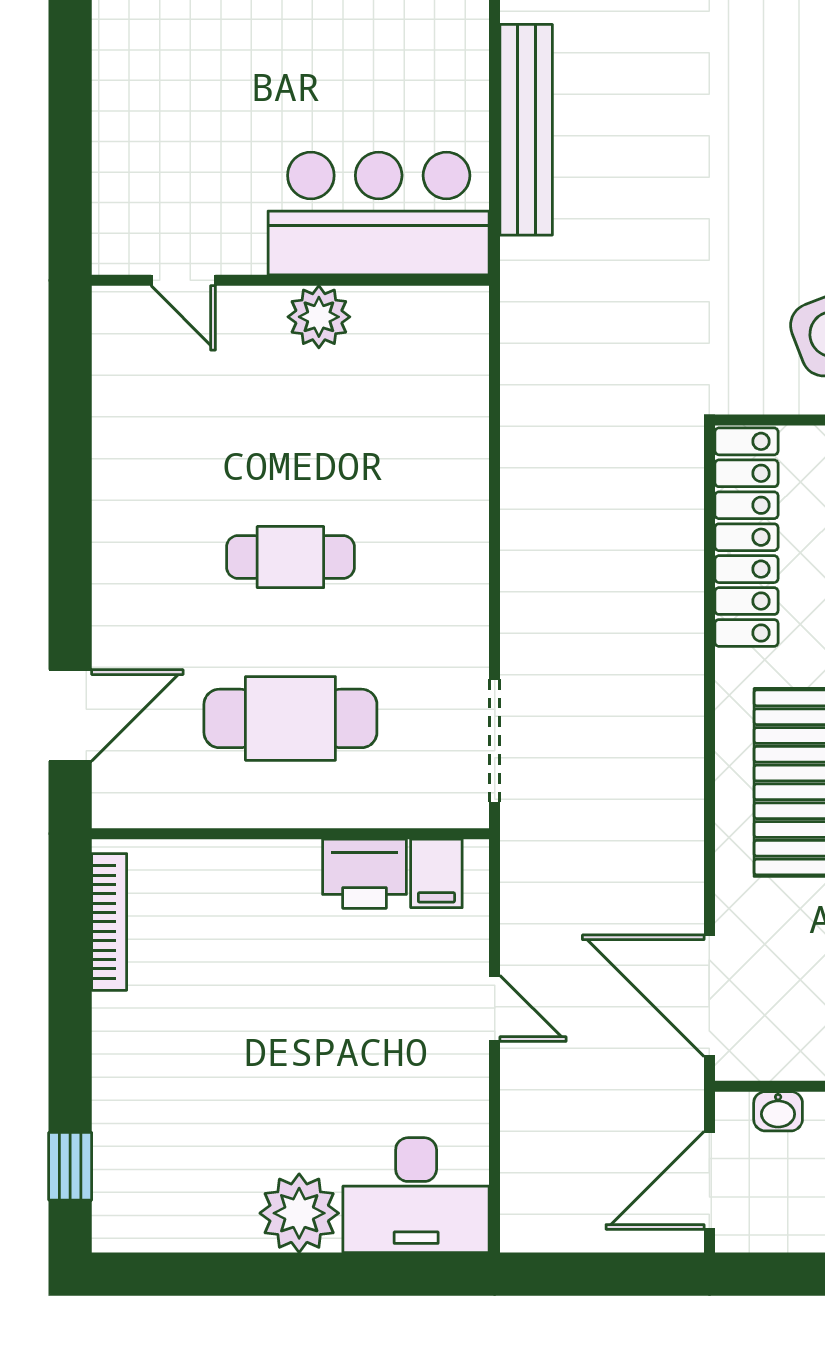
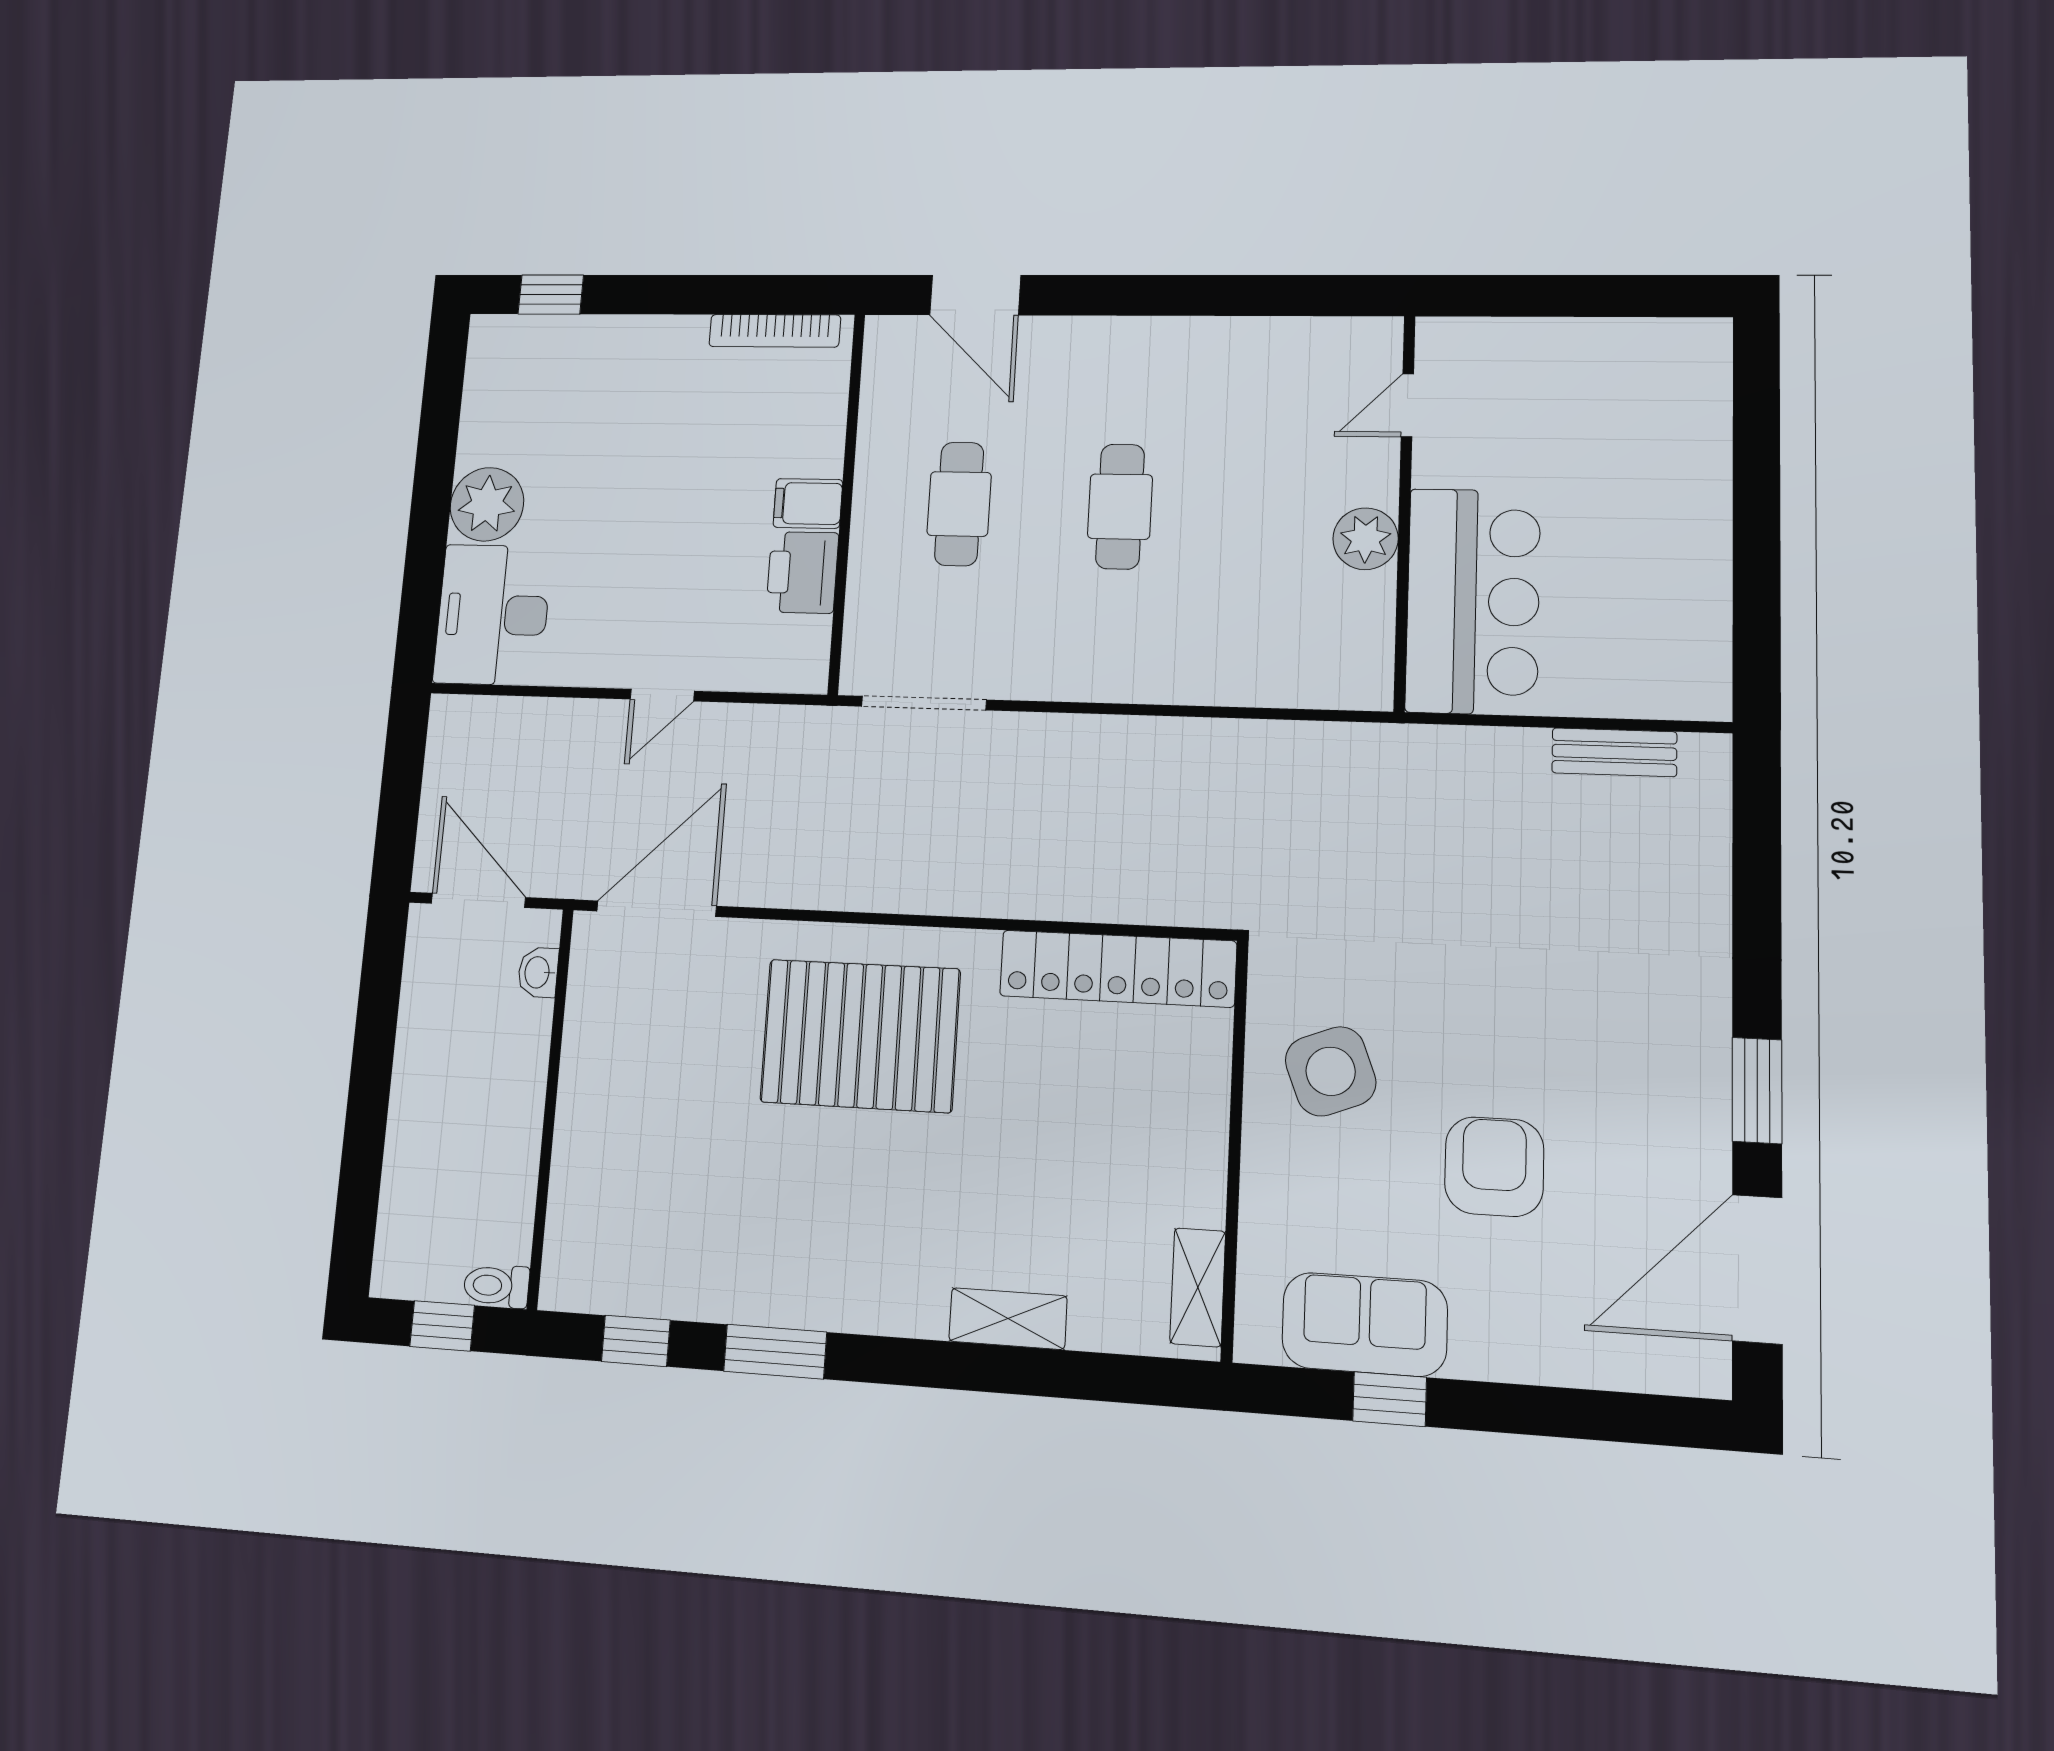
bench: (526, 130) -> (1614, 752), width x0.54, depth x0.82
cafe table: (290, 718) -> (959, 504), width x0.73, depth x0.74
filing cabinet: (436, 873) -> (808, 503), moved

